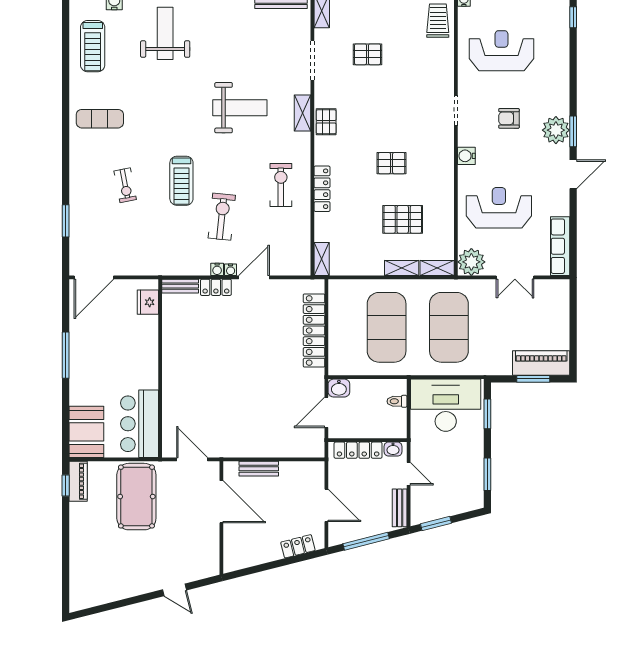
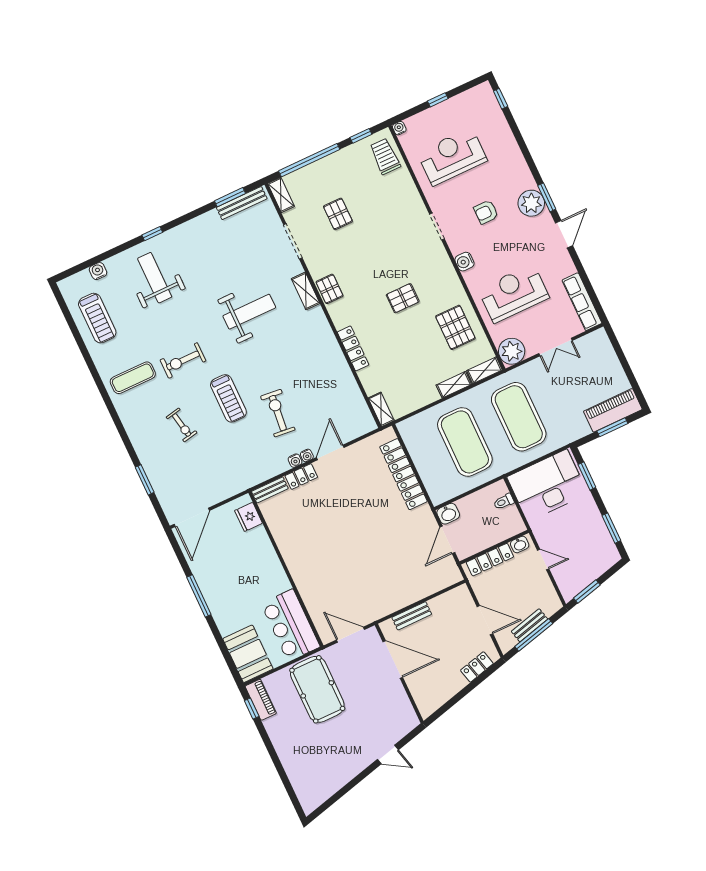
pallet: (367, 54) -> (338, 214), turned 90
exercise bike: (281, 185) -> (183, 360), moved, turned -90
pallet: (403, 219) -> (455, 327), moved, turned 90
bench: (400, 508) -> (529, 625), moved, turned 76

